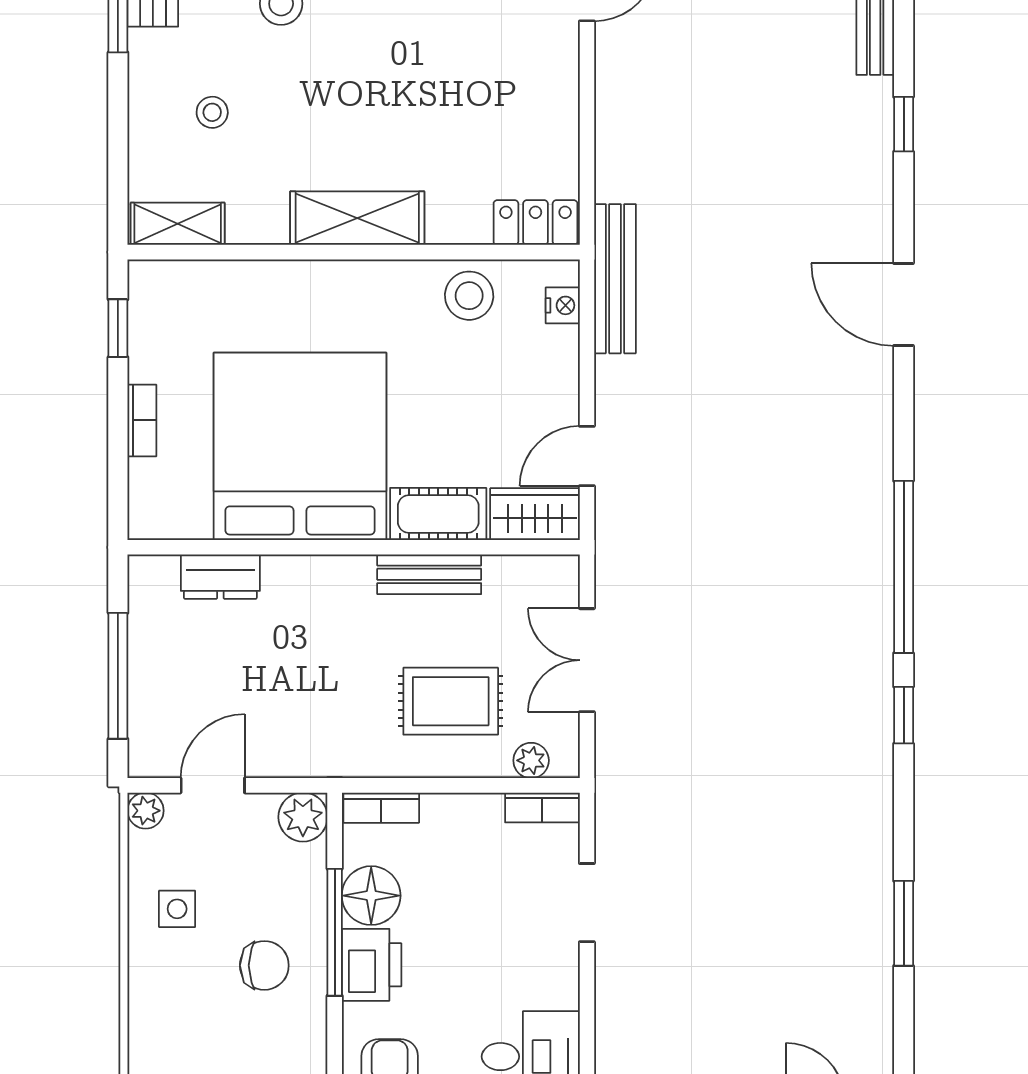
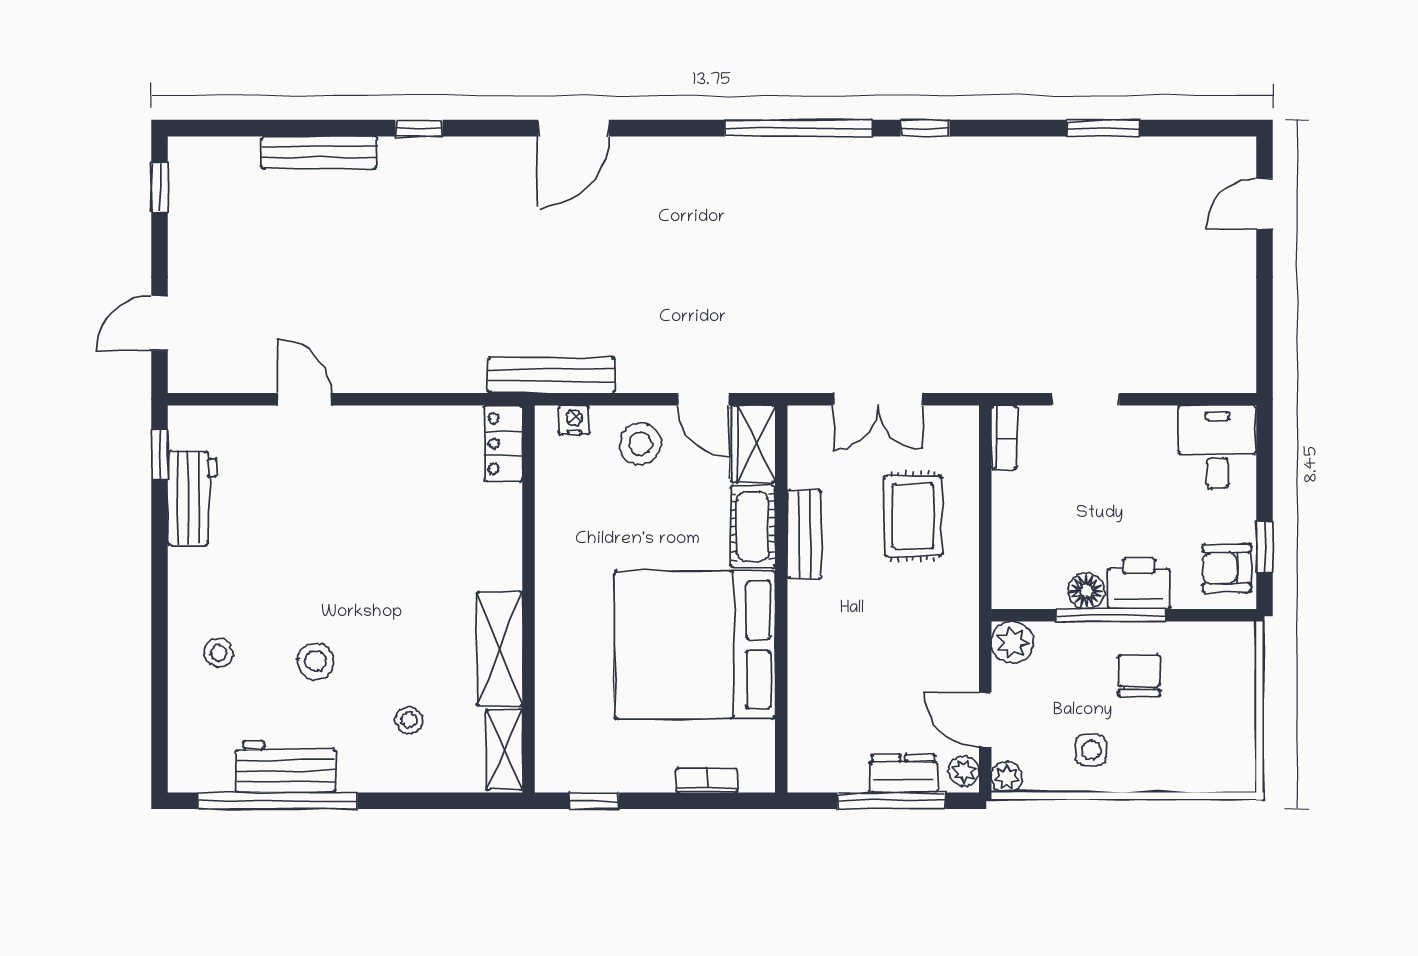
shelving: (357, 218) -> (499, 649), moved
stool: (469, 296) -> (641, 444), moved
bookcase: (142, 420) -> (707, 780), moved
dresser: (220, 577) -> (903, 774), moved, turned -90
plant: (531, 760) -> (964, 771), moved
bookcase: (381, 808) -> (1004, 575), removed
floor lamp: (371, 896) -> (1086, 591), width x0.73, depth x0.73

